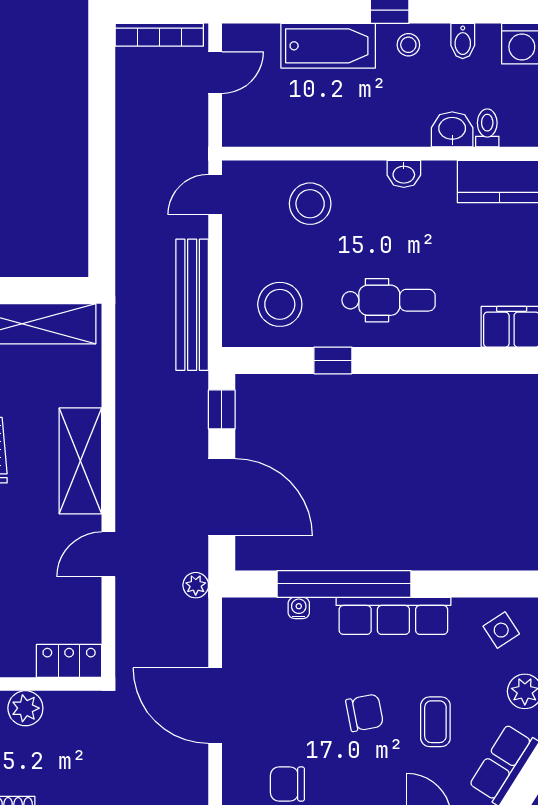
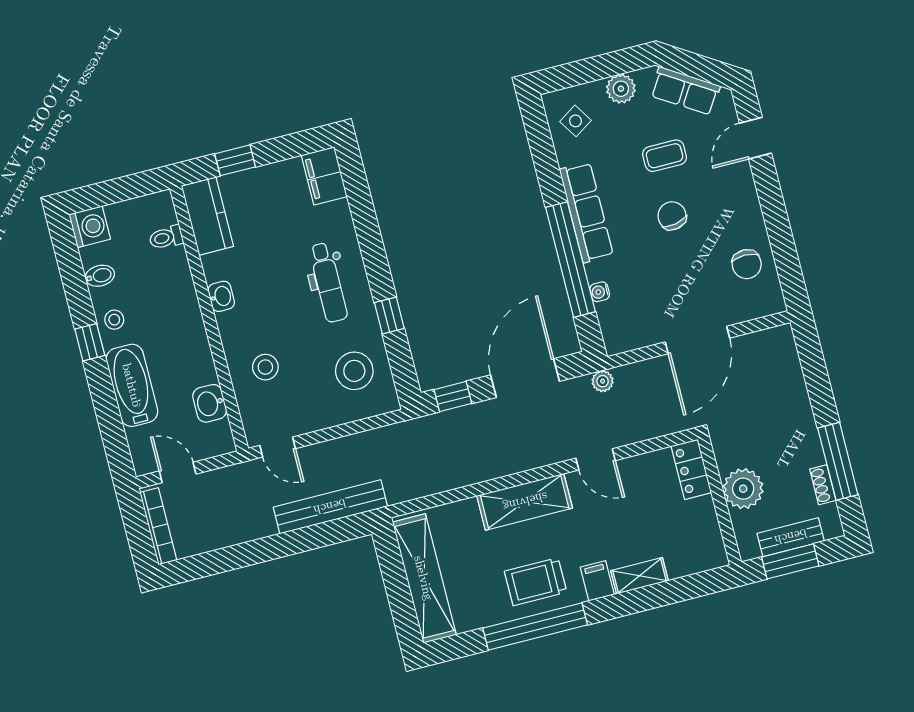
washbasin: (452, 129) -> (210, 403), moved
stool: (310, 204) -> (265, 367), width x0.73, depth x0.73
dental chair: (389, 300) -> (328, 282), turned 180
bench: (192, 305) -> (330, 507), moved
plant: (25, 708) -> (743, 489), width x1.36, depth x1.36

